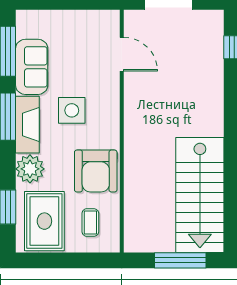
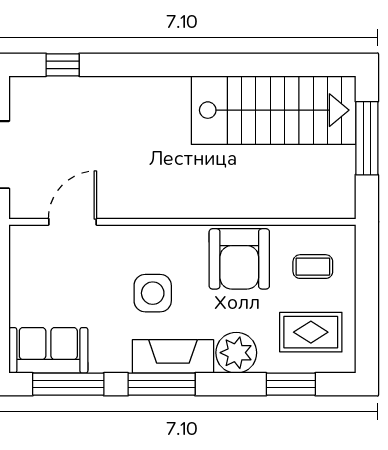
sofa: (32, 67) -> (48, 350), moved
armchair: (96, 171) -> (239, 259), turned 90
rug: (44, 221) -> (311, 332), width x0.73, depth x0.70

